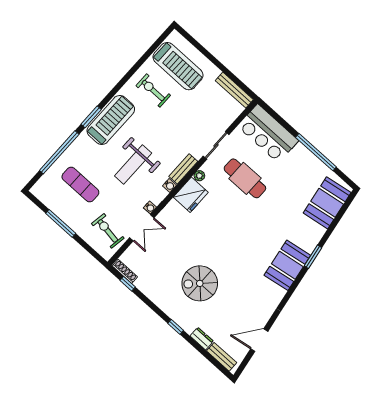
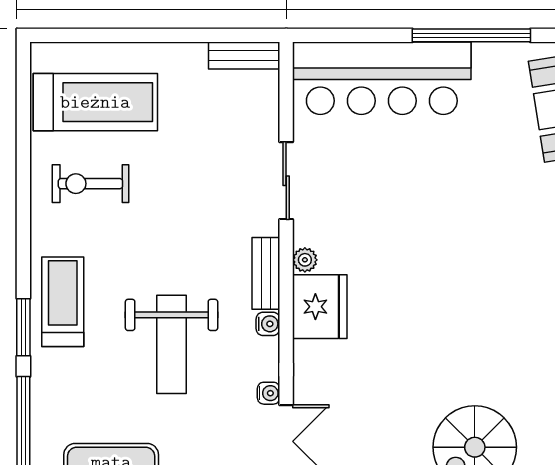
bench: (234, 90) -> (244, 56), width x0.73
treadmill: (111, 120) -> (63, 302), width x0.73, depth x0.73
bar counter: (268, 133) -> (382, 78), width x1.36
cafe table: (245, 178) -> (389, 193), removed

